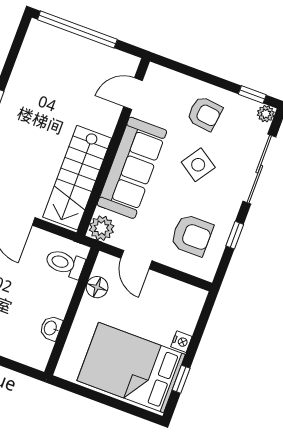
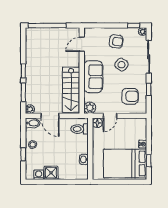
sofa: (132, 168) -> (93, 77), width x0.73
door: (136, 260) -> (110, 116), hinge flipped
floor lamp: (97, 287) -> (97, 123), moved

